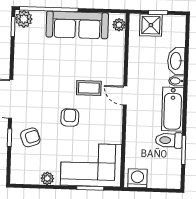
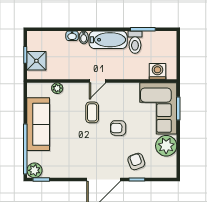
plant: (119, 25) -> (57, 88), moved
washbasin: (176, 61) -> (72, 36), width x0.52, depth x0.69
plant: (47, 178) -> (166, 146), width x1.87, depth x1.87
washing machine: (137, 178) -> (157, 71), moved, turned 90

